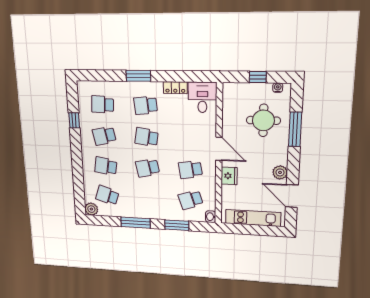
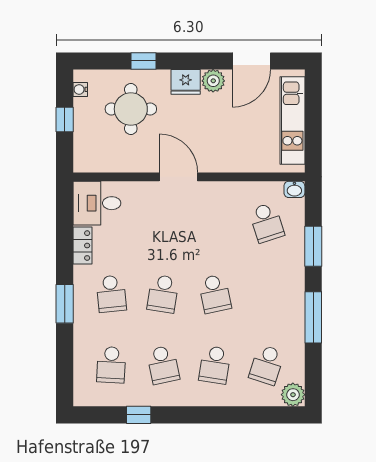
window: (295, 129) -> (143, 61), width x0.46
door: (219, 149) -> (178, 177), hinge flipped
school desk: (190, 170) -> (215, 223), removed
fridge: (229, 176) -> (186, 82), moved, turned 180

